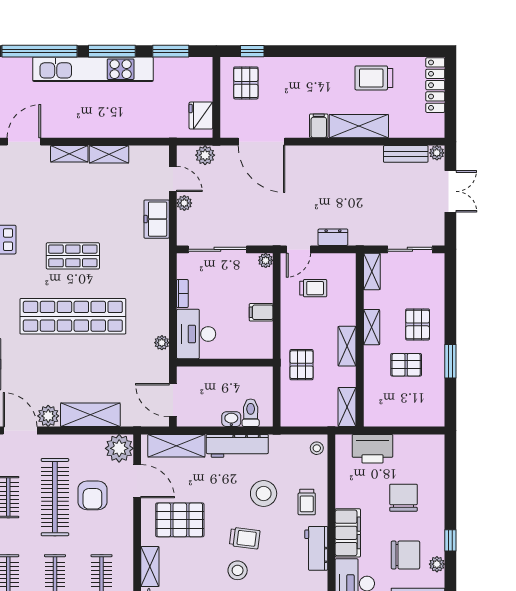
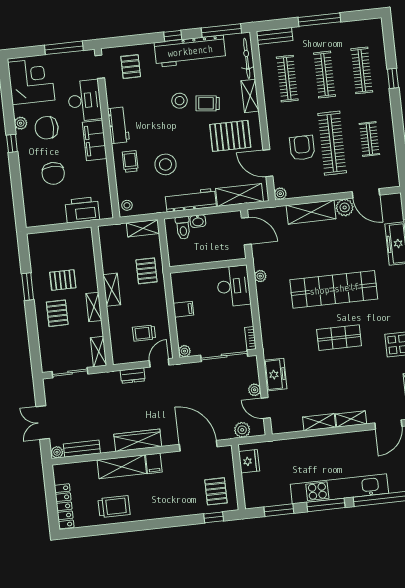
wardrobe: (336, 157) -> (138, 440), added
bookcase: (182, 294) -> (250, 338), moved
shelving: (347, 407) -> (143, 228), moved, turned 90
plant: (119, 448) -> (280, 194), width x0.53, depth x0.53
trolley: (245, 538) -> (208, 103), moved

